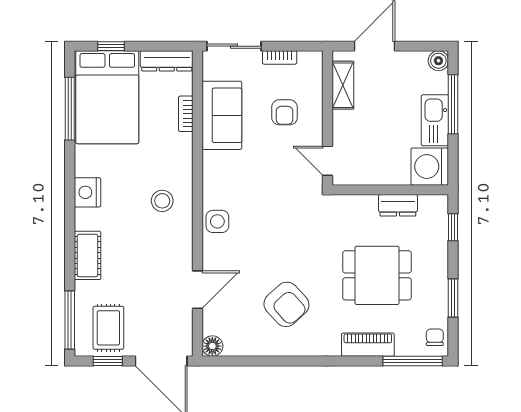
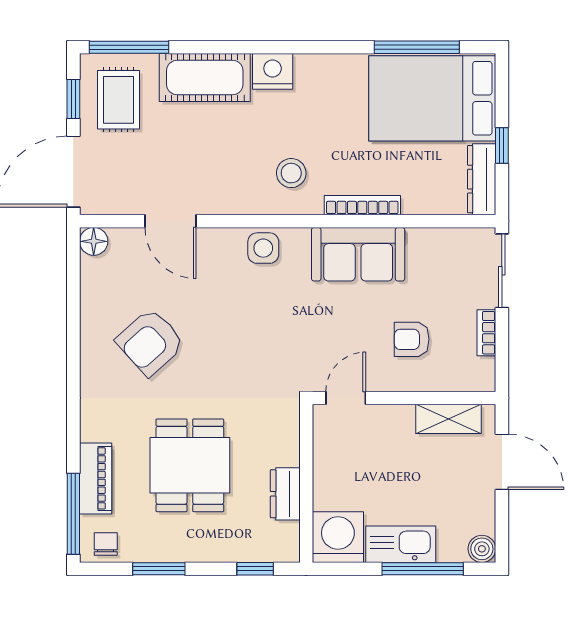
window: (111, 46) -> (502, 145), moved
bookcase: (186, 114) -> (362, 205), moved, width x1.56
sofa: (222, 115) -> (358, 254), moved
nightstand: (87, 192) -> (273, 71), moved
cot: (88, 255) -> (205, 78), width x1.37, depth x1.34
rug: (108, 328) -> (119, 100), turned 90
chair: (435, 337) -> (106, 544), turned -90
piano: (368, 345) -> (96, 478), moved

